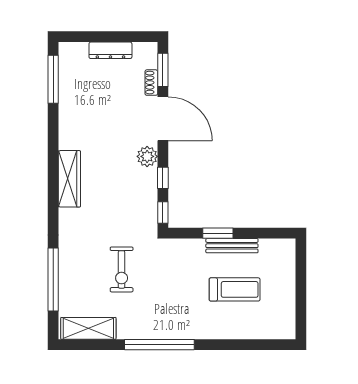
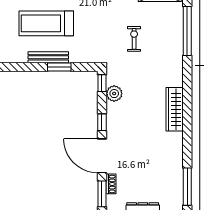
plant: (147, 156) -> (114, 94), moved
window: (163, 178) -> (102, 122), moved
exercise bike: (122, 269) -> (134, 39), width x0.73, depth x0.72
treadmill: (235, 289) -> (46, 23), width x1.37, depth x1.38

